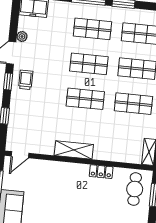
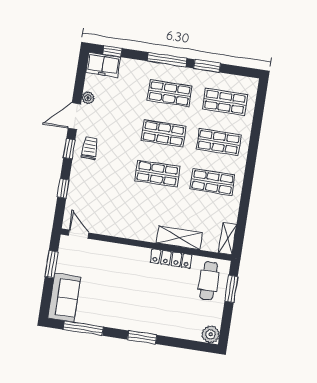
shelving: (74, 150) -> (179, 238), moved
door: (20, 155) -> (79, 234), swing flipped
locker: (101, 172) -> (171, 259), width x1.53

